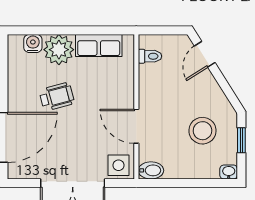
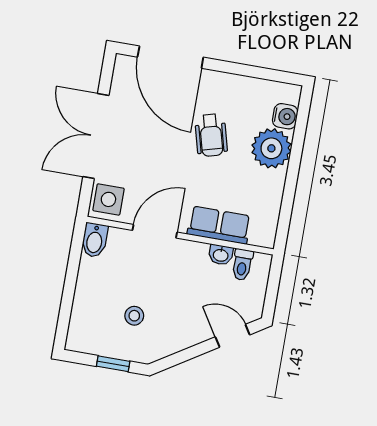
row of seats: (99, 45) -> (219, 225), moved, turned 90
stool: (202, 131) -> (134, 316), width x0.53, depth x0.53
washbasin: (229, 172) -> (221, 255), moved, turned 90

